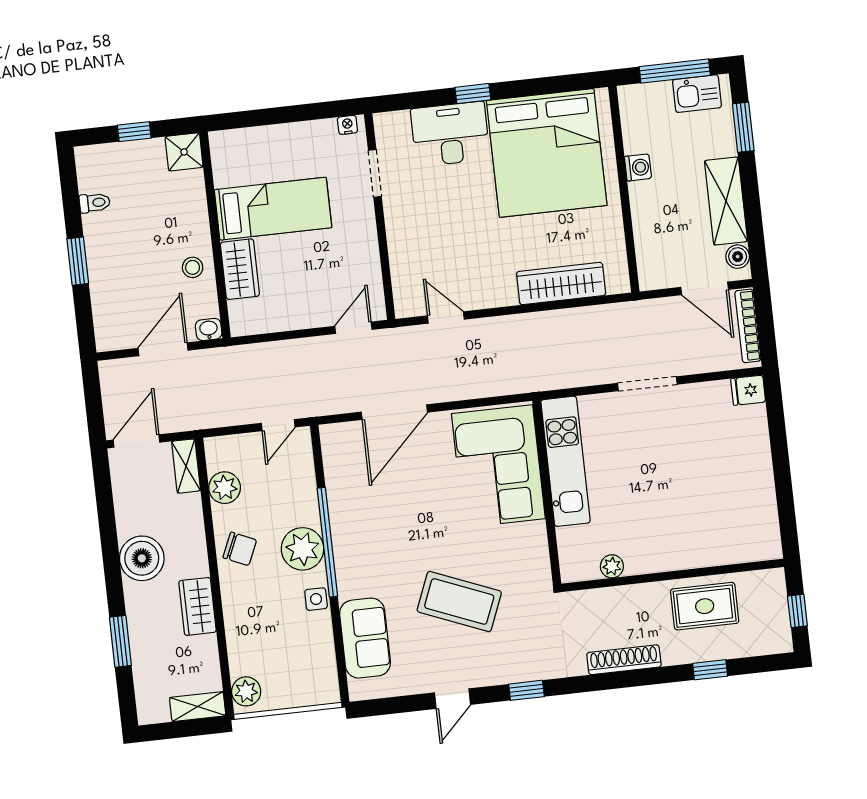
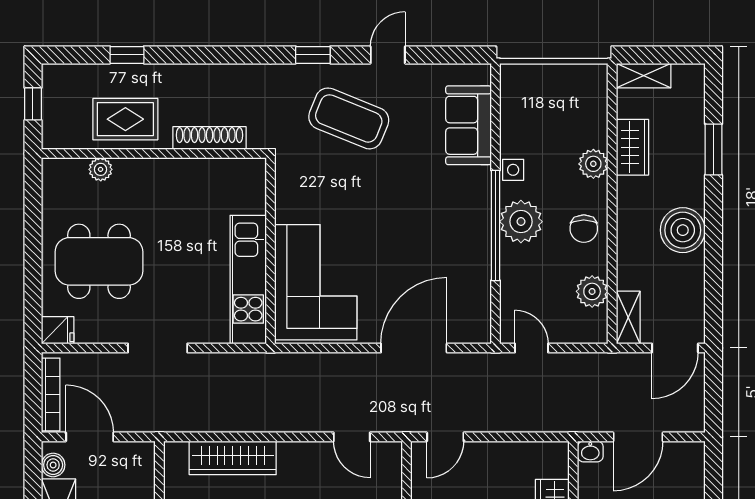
door: (278, 425) -> (531, 348), hinge flipped
dining table: (715, 463) -> (99, 261), added
chair: (240, 549) -> (584, 229), turned -114
plant: (612, 566) -> (101, 169), moved
coffee table: (459, 601) -> (349, 118), moved
wardrobe: (198, 606) -> (632, 147), moved
shoe rack: (624, 660) -> (209, 138), moved, turned 180
plant: (246, 691) -> (593, 164), moved

